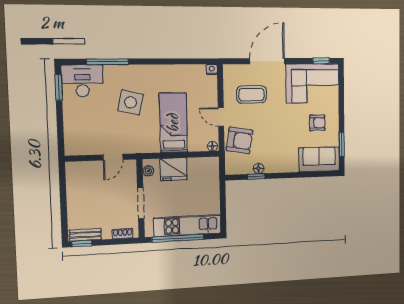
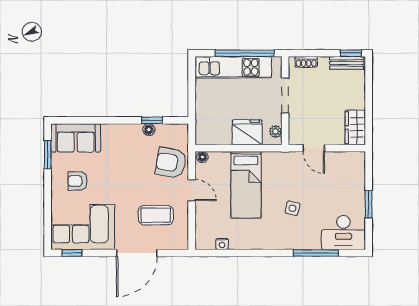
nightstand: (212, 69) -> (222, 244), moved
window: (59, 87) -> (369, 204), moved
side table: (131, 102) -> (292, 208), width x0.54, depth x0.54
door: (113, 157) -> (314, 148), swing flipped
wardrobe: (75, 177) -> (355, 127), added

